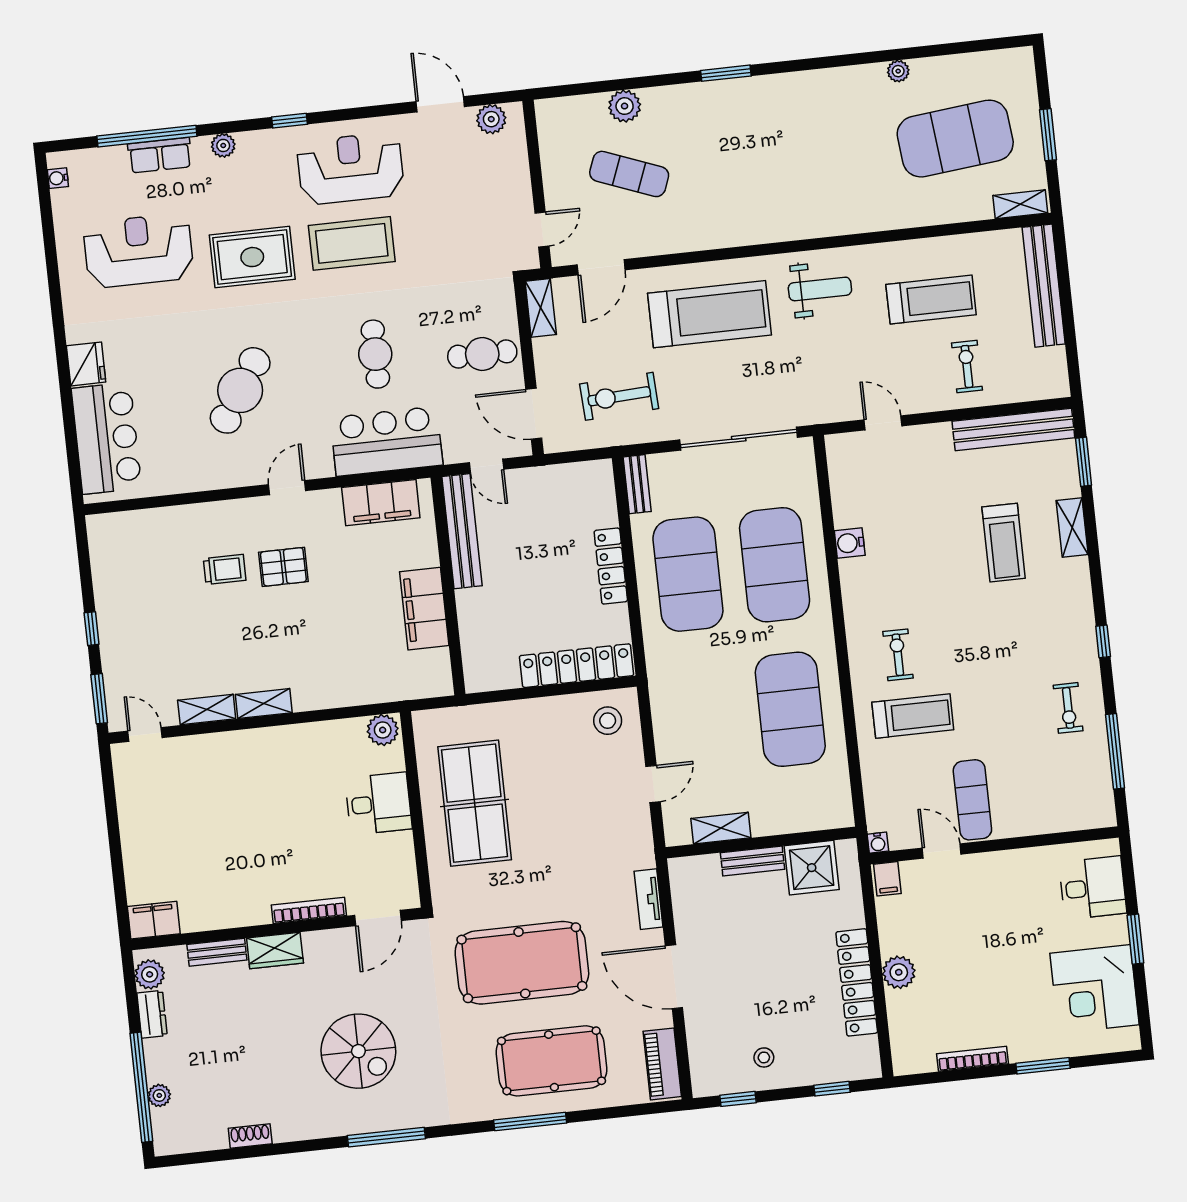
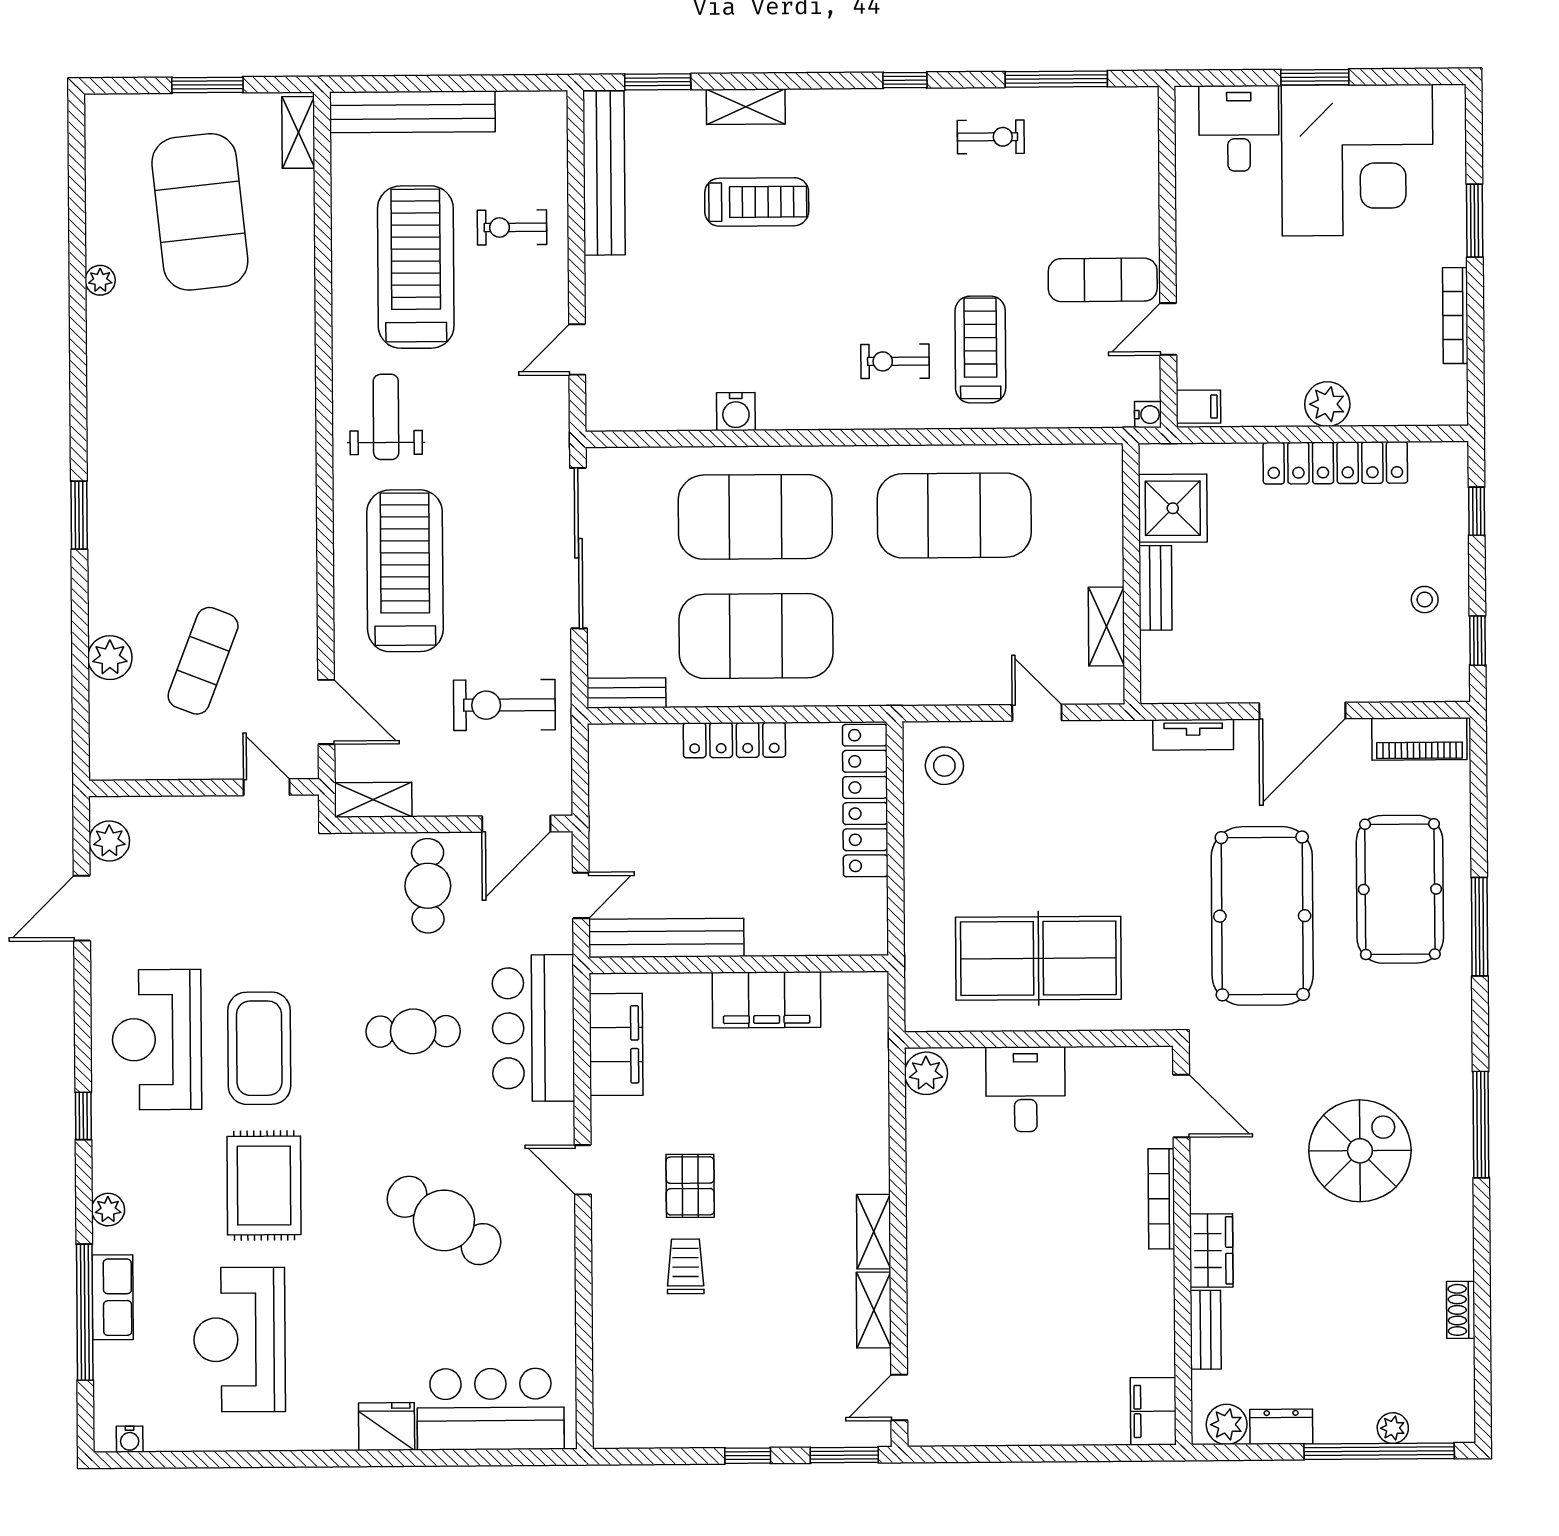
treadmill: (931, 300) -> (416, 267), width x1.37, depth x1.38
exercise bike: (619, 396) -> (504, 705), turned 93
corner desk: (1094, 989) -> (1357, 160), width x1.36, depth x1.36

